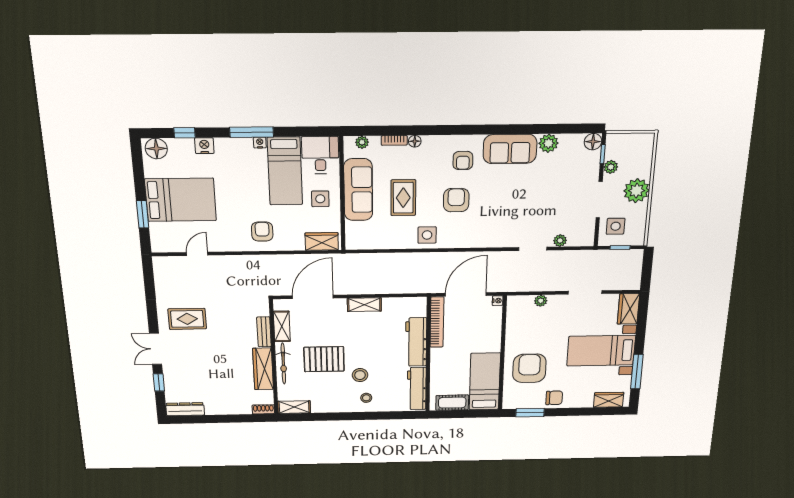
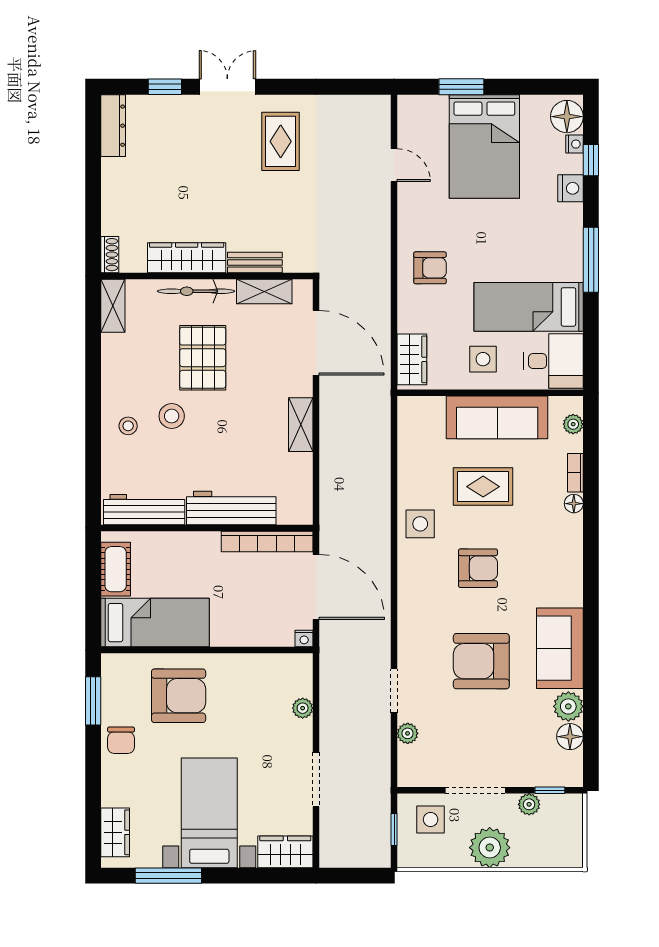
floor lamp: (593, 142) -> (570, 737), moved
nightstand: (260, 143) -> (574, 144), moved
armchair: (463, 161) -> (481, 661), moved, width x1.88, depth x1.88

